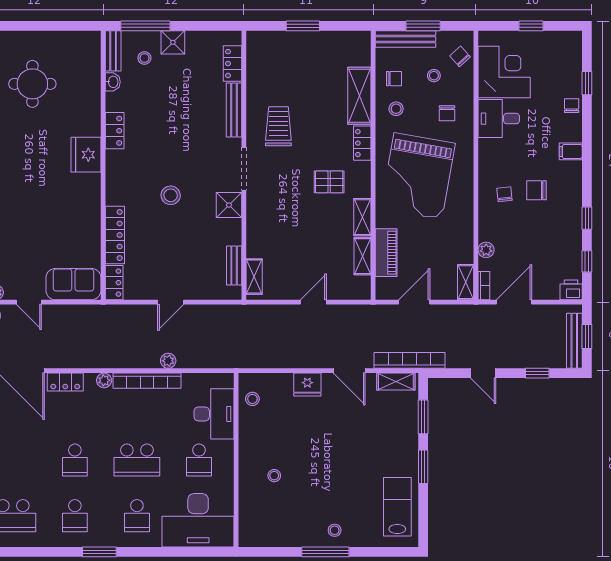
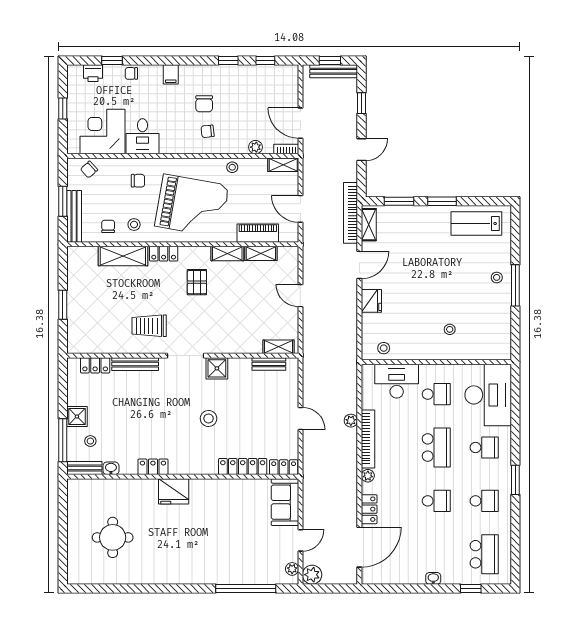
stool: (434, 76) -> (232, 167), moved
printer: (571, 290) -> (93, 73), moved, turned -90

